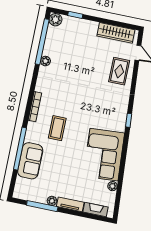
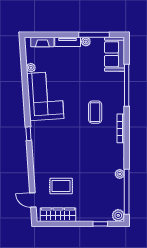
rug: (119, 71) -> (61, 186), moved, turned 90
sofa: (30, 161) -> (114, 54), moved

